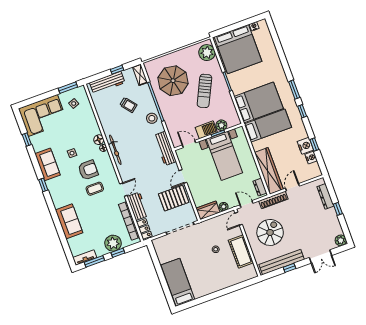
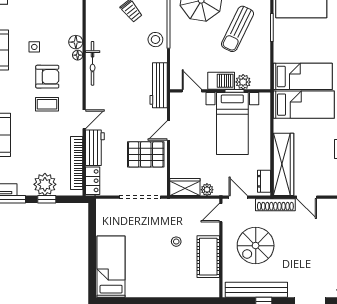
bed: (259, 102) -> (303, 76), width x0.67
door: (293, 187) -> (307, 197), swing flipped
spiral stairs: (270, 232) -> (256, 246), turned 180

